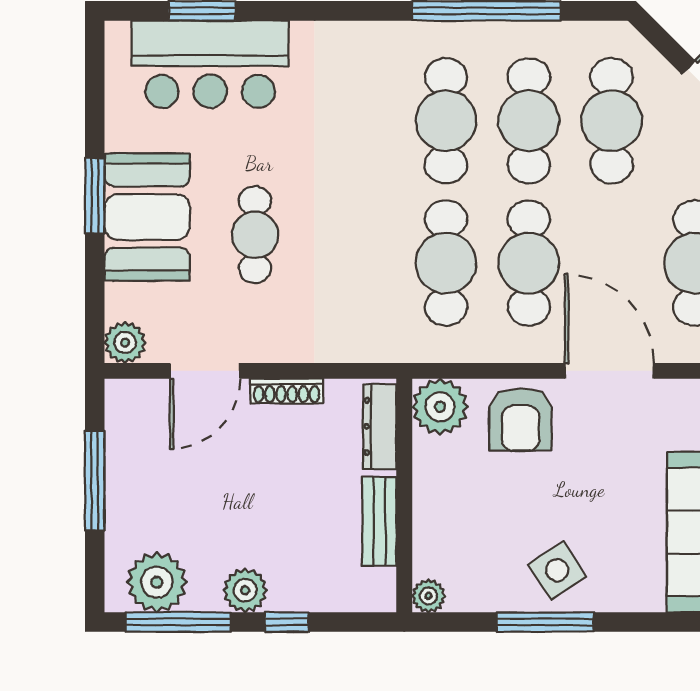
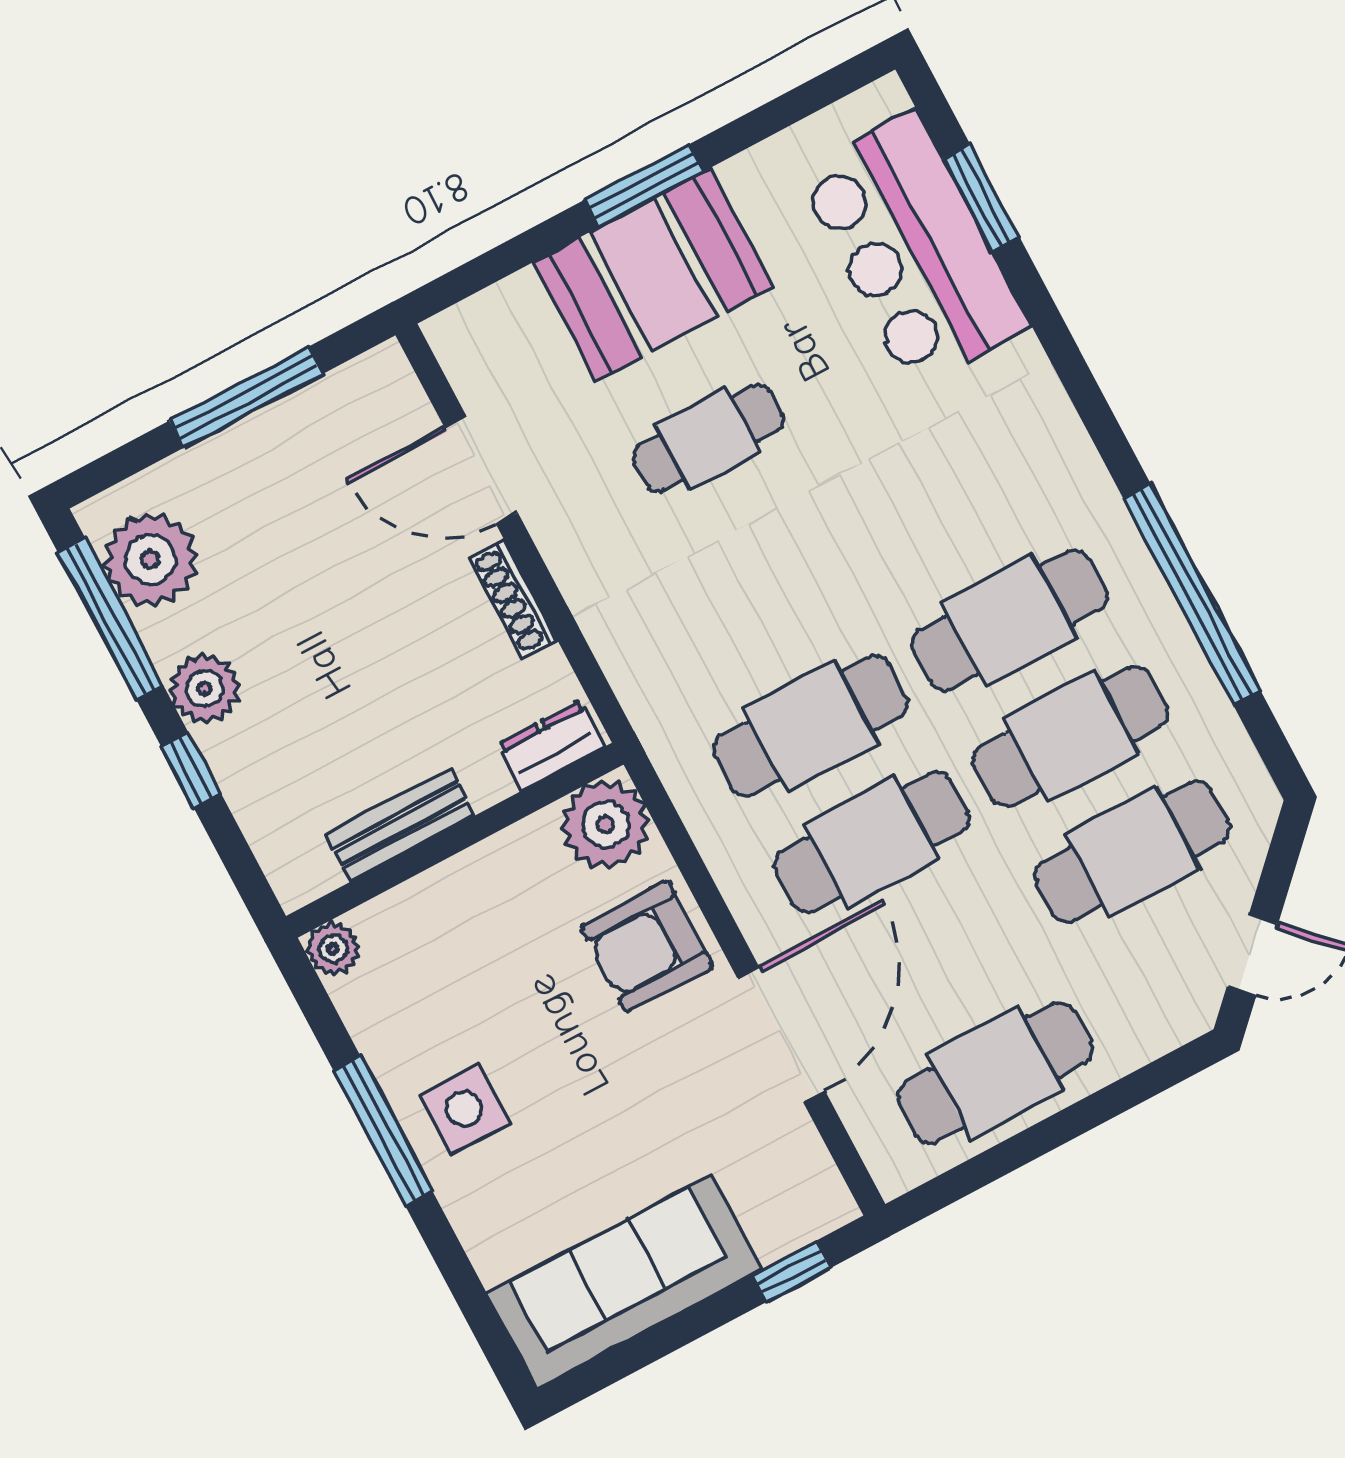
plant: (125, 343) -> (461, 337), removed
dresser: (380, 426) -> (551, 745), width x0.70
side table: (557, 570) -> (464, 1109), turned 33

